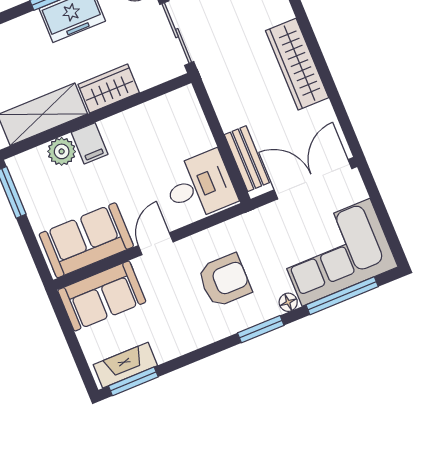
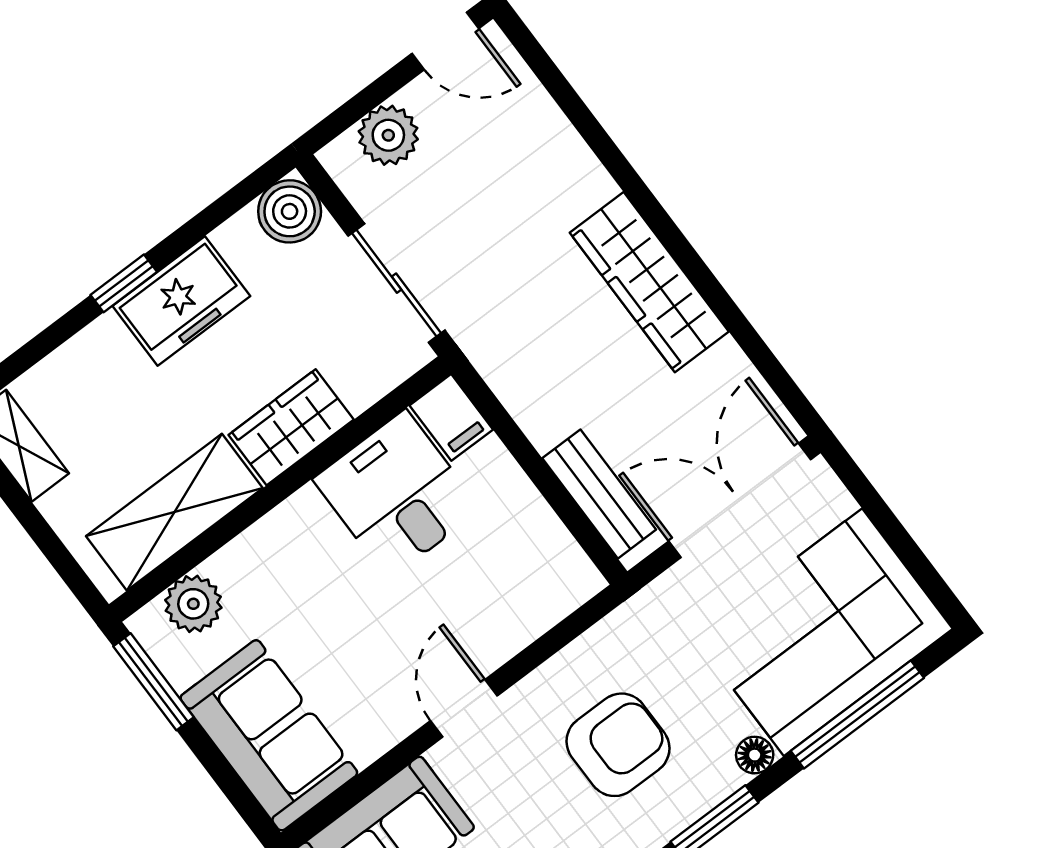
filing cabinet: (90, 143) -> (451, 417), moved
plant: (62, 151) -> (193, 604), moved
desk: (200, 186) -> (397, 494), moved, turned -90
sofa: (86, 240) -> (269, 735), moved, turned 90

